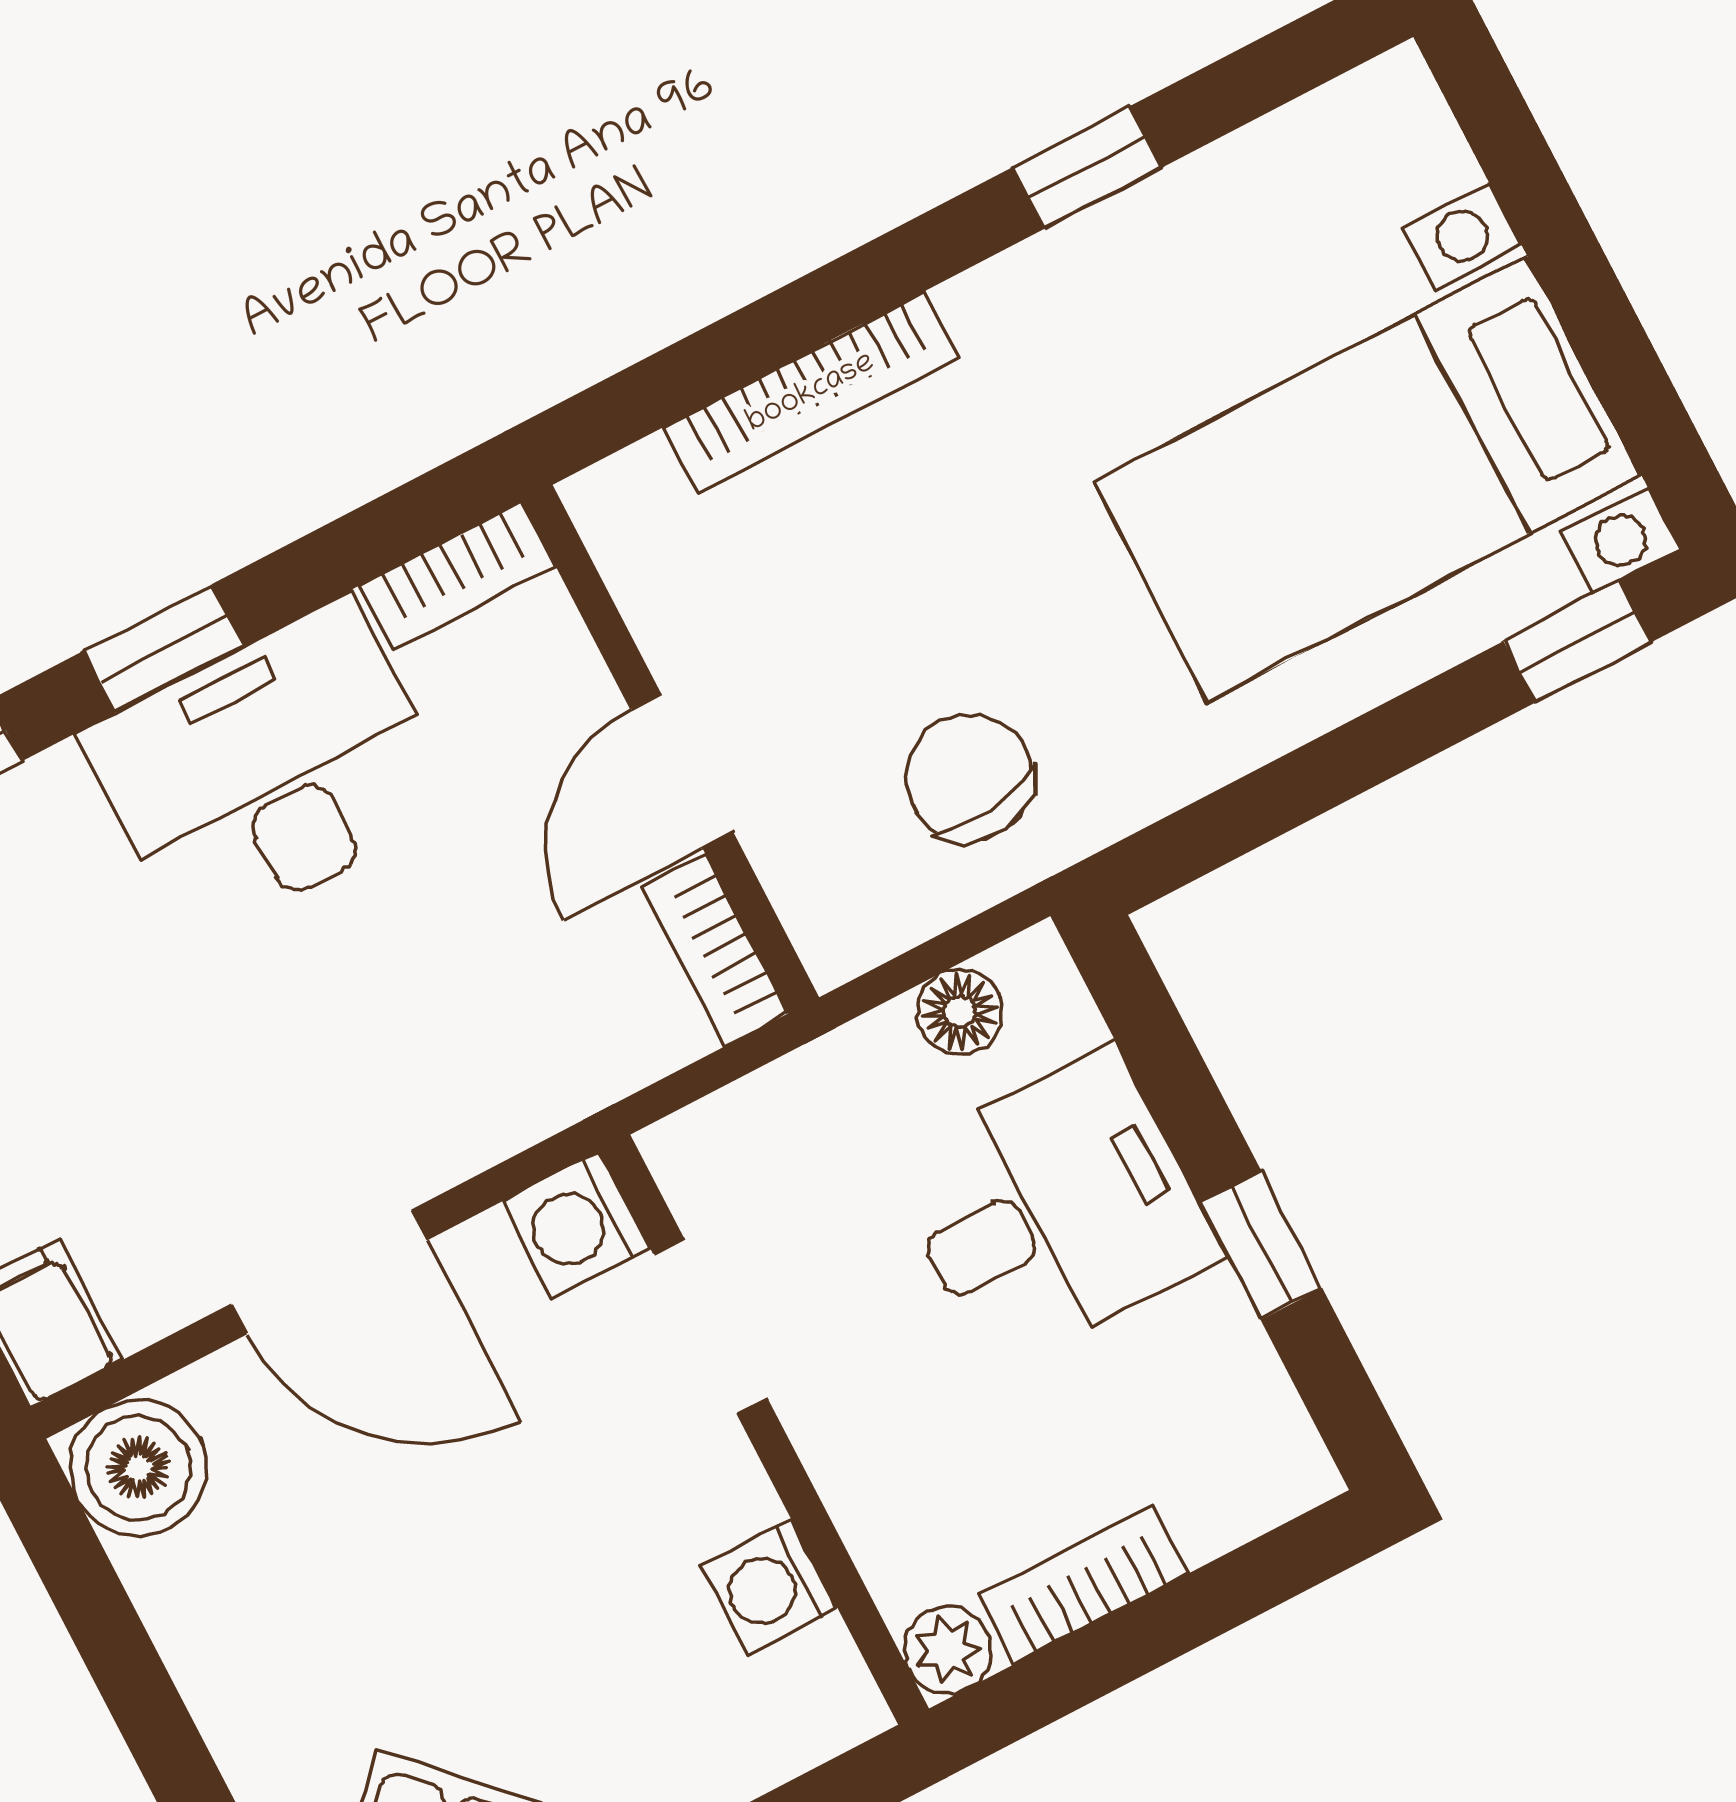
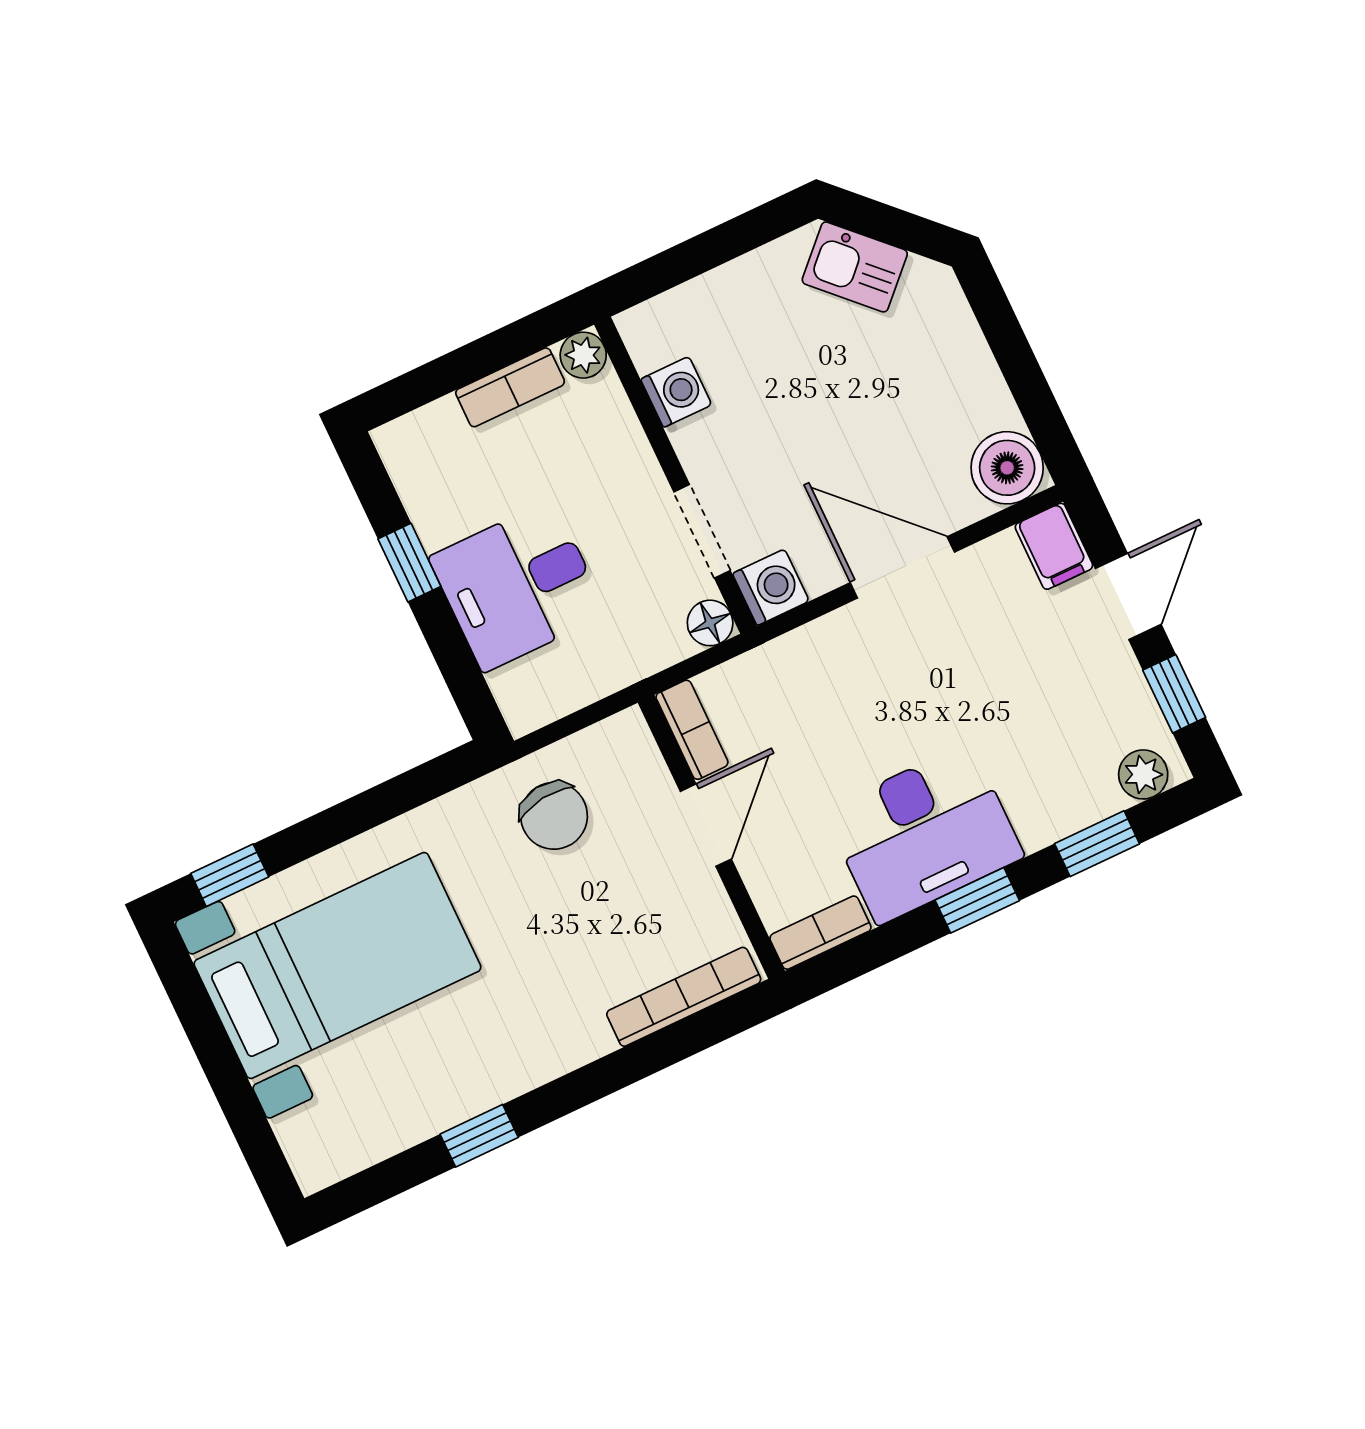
bookcase: (811, 393) -> (684, 997), moved
floor lamp: (960, 1012) -> (710, 623), moved

